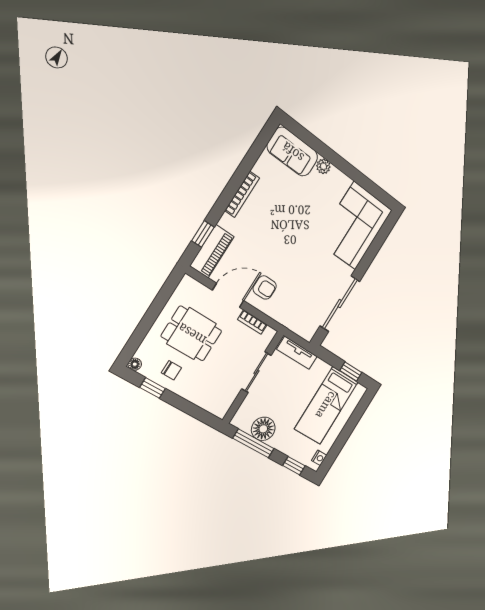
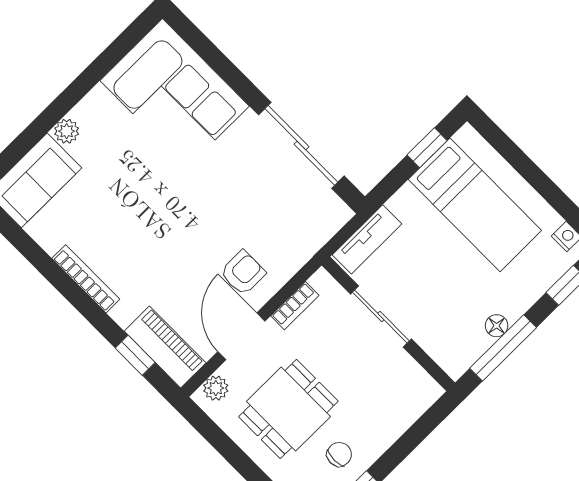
plant: (194, 287) -> (216, 388), added
floor lamp: (263, 429) -> (497, 326), width x0.53, depth x0.53

